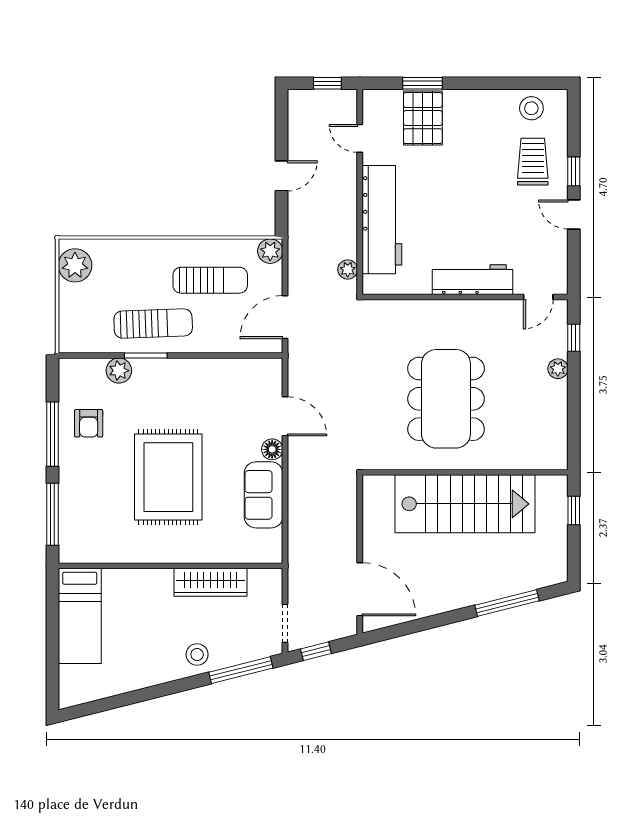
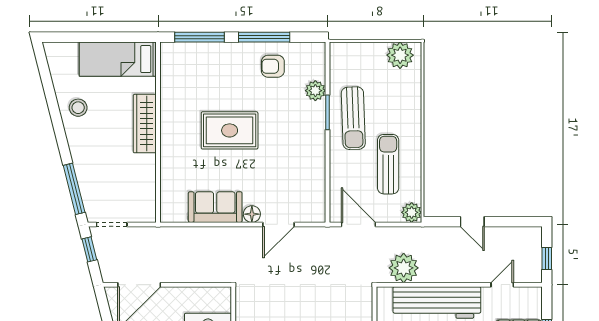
plant: (348, 269) -> (404, 268), width x1.87, depth x1.87
sun lounger: (210, 280) -> (388, 164), turned 180
rug: (168, 477) -> (230, 130), width x0.73, depth x0.69
wardrobe: (211, 582) -> (145, 124), moved
stool: (197, 654) -> (78, 108), moved

